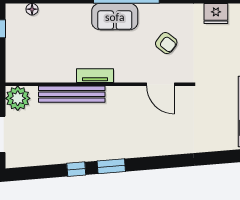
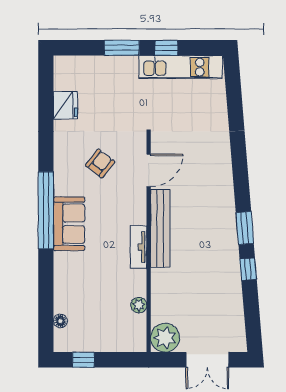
plant: (46, 76) -> (139, 305), added
bench: (72, 94) -> (160, 228), moved

